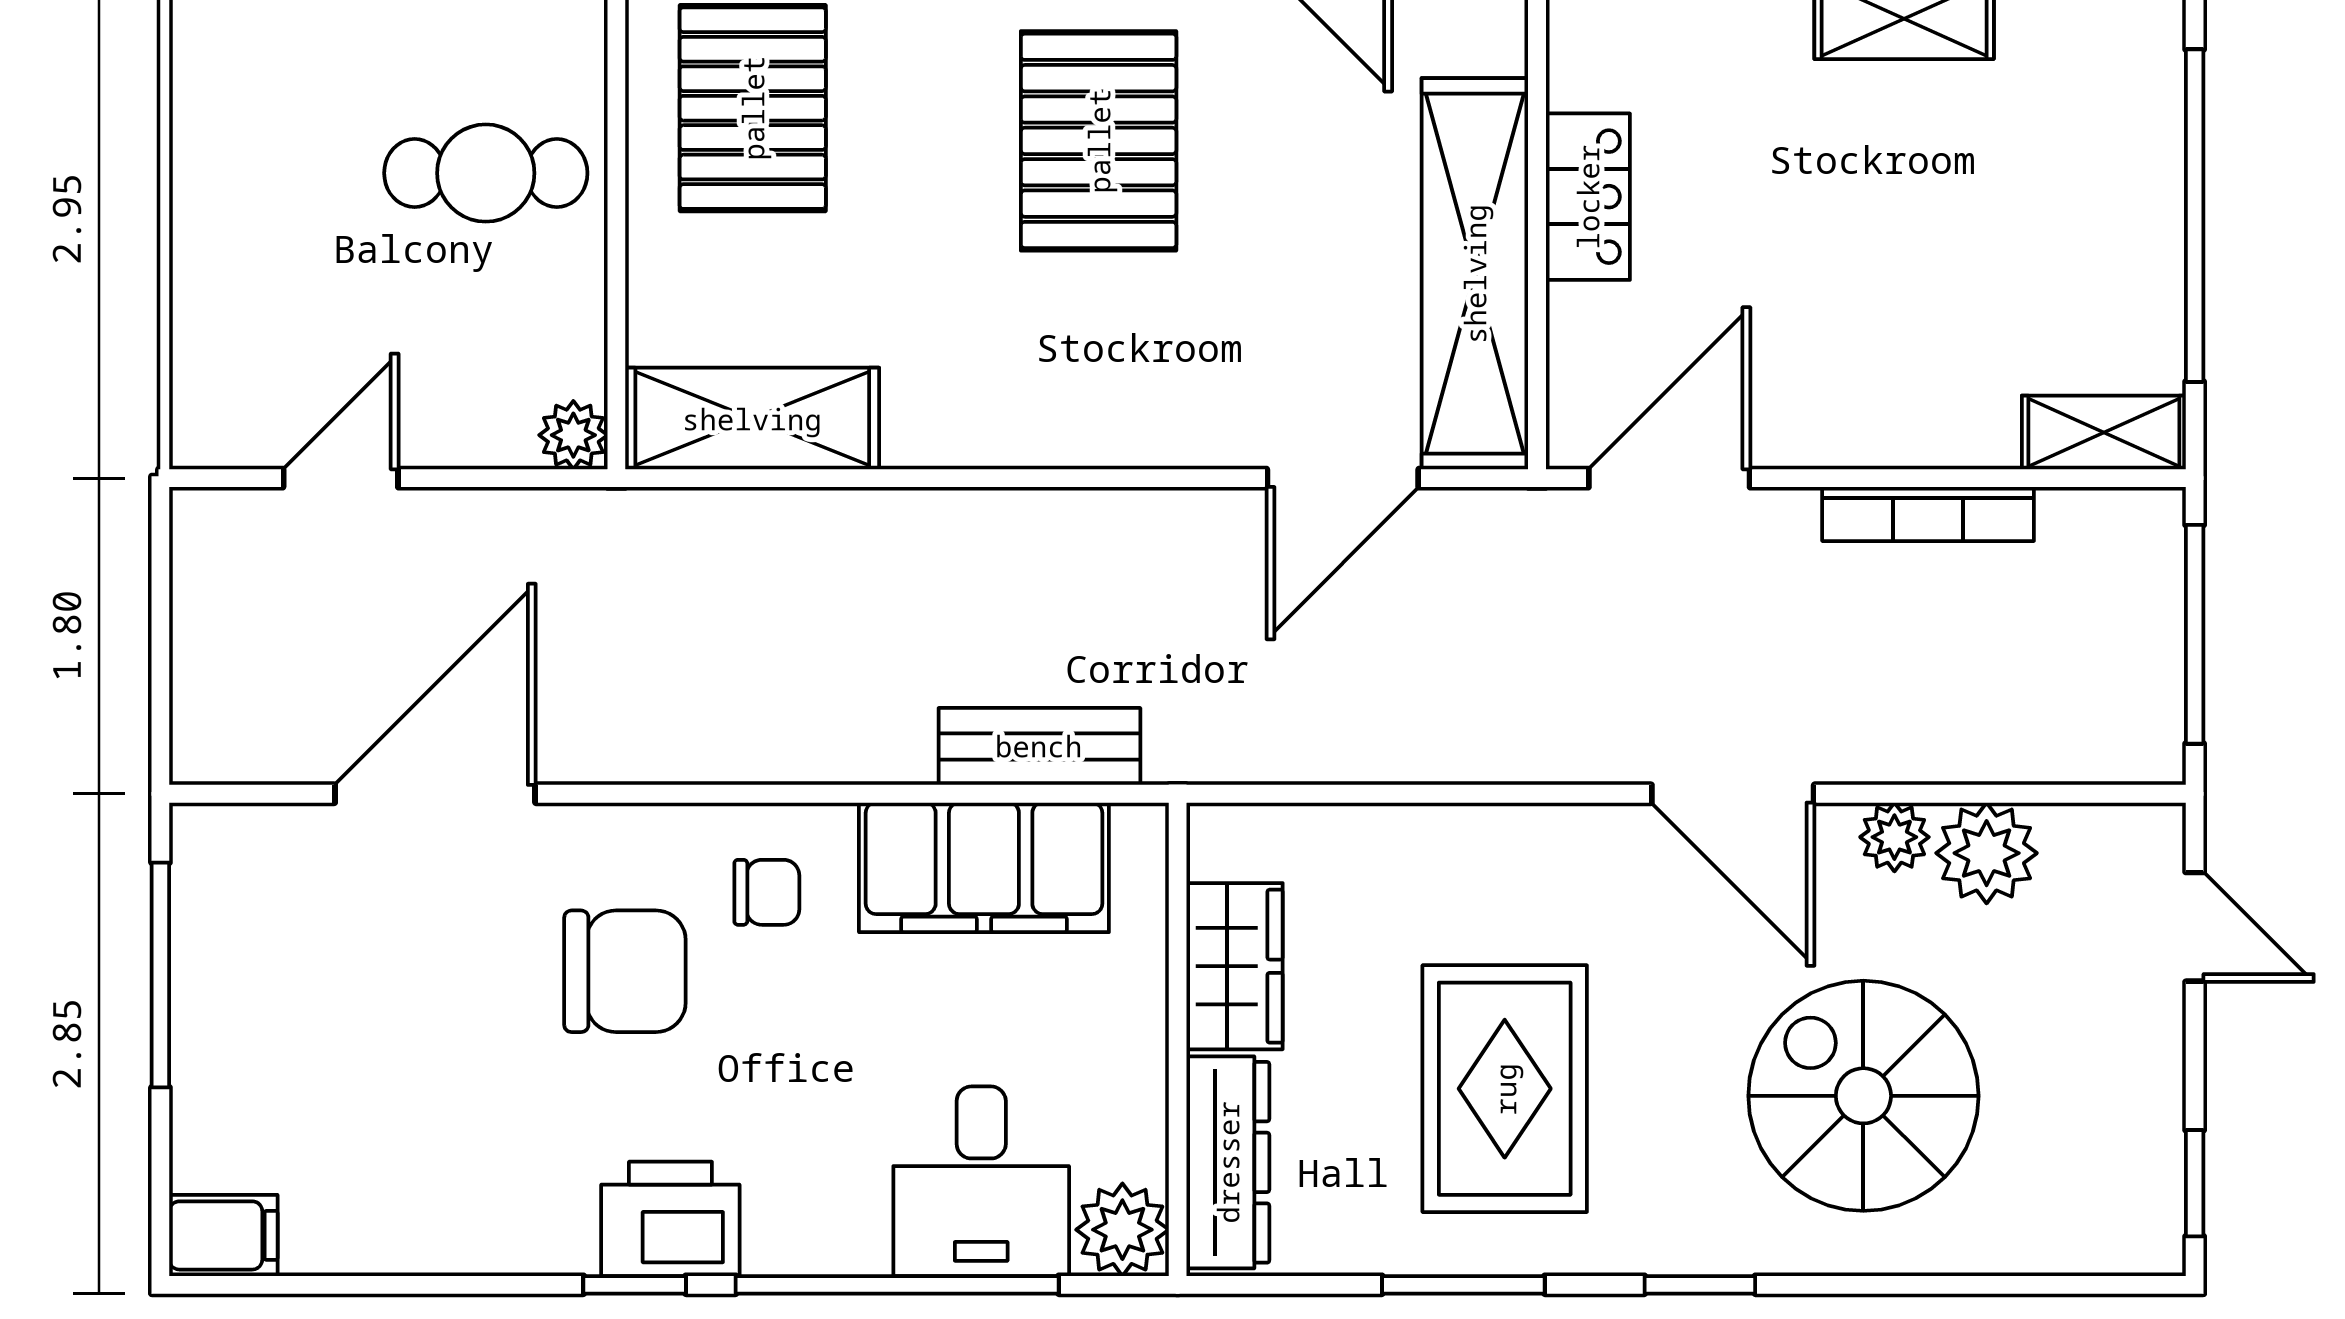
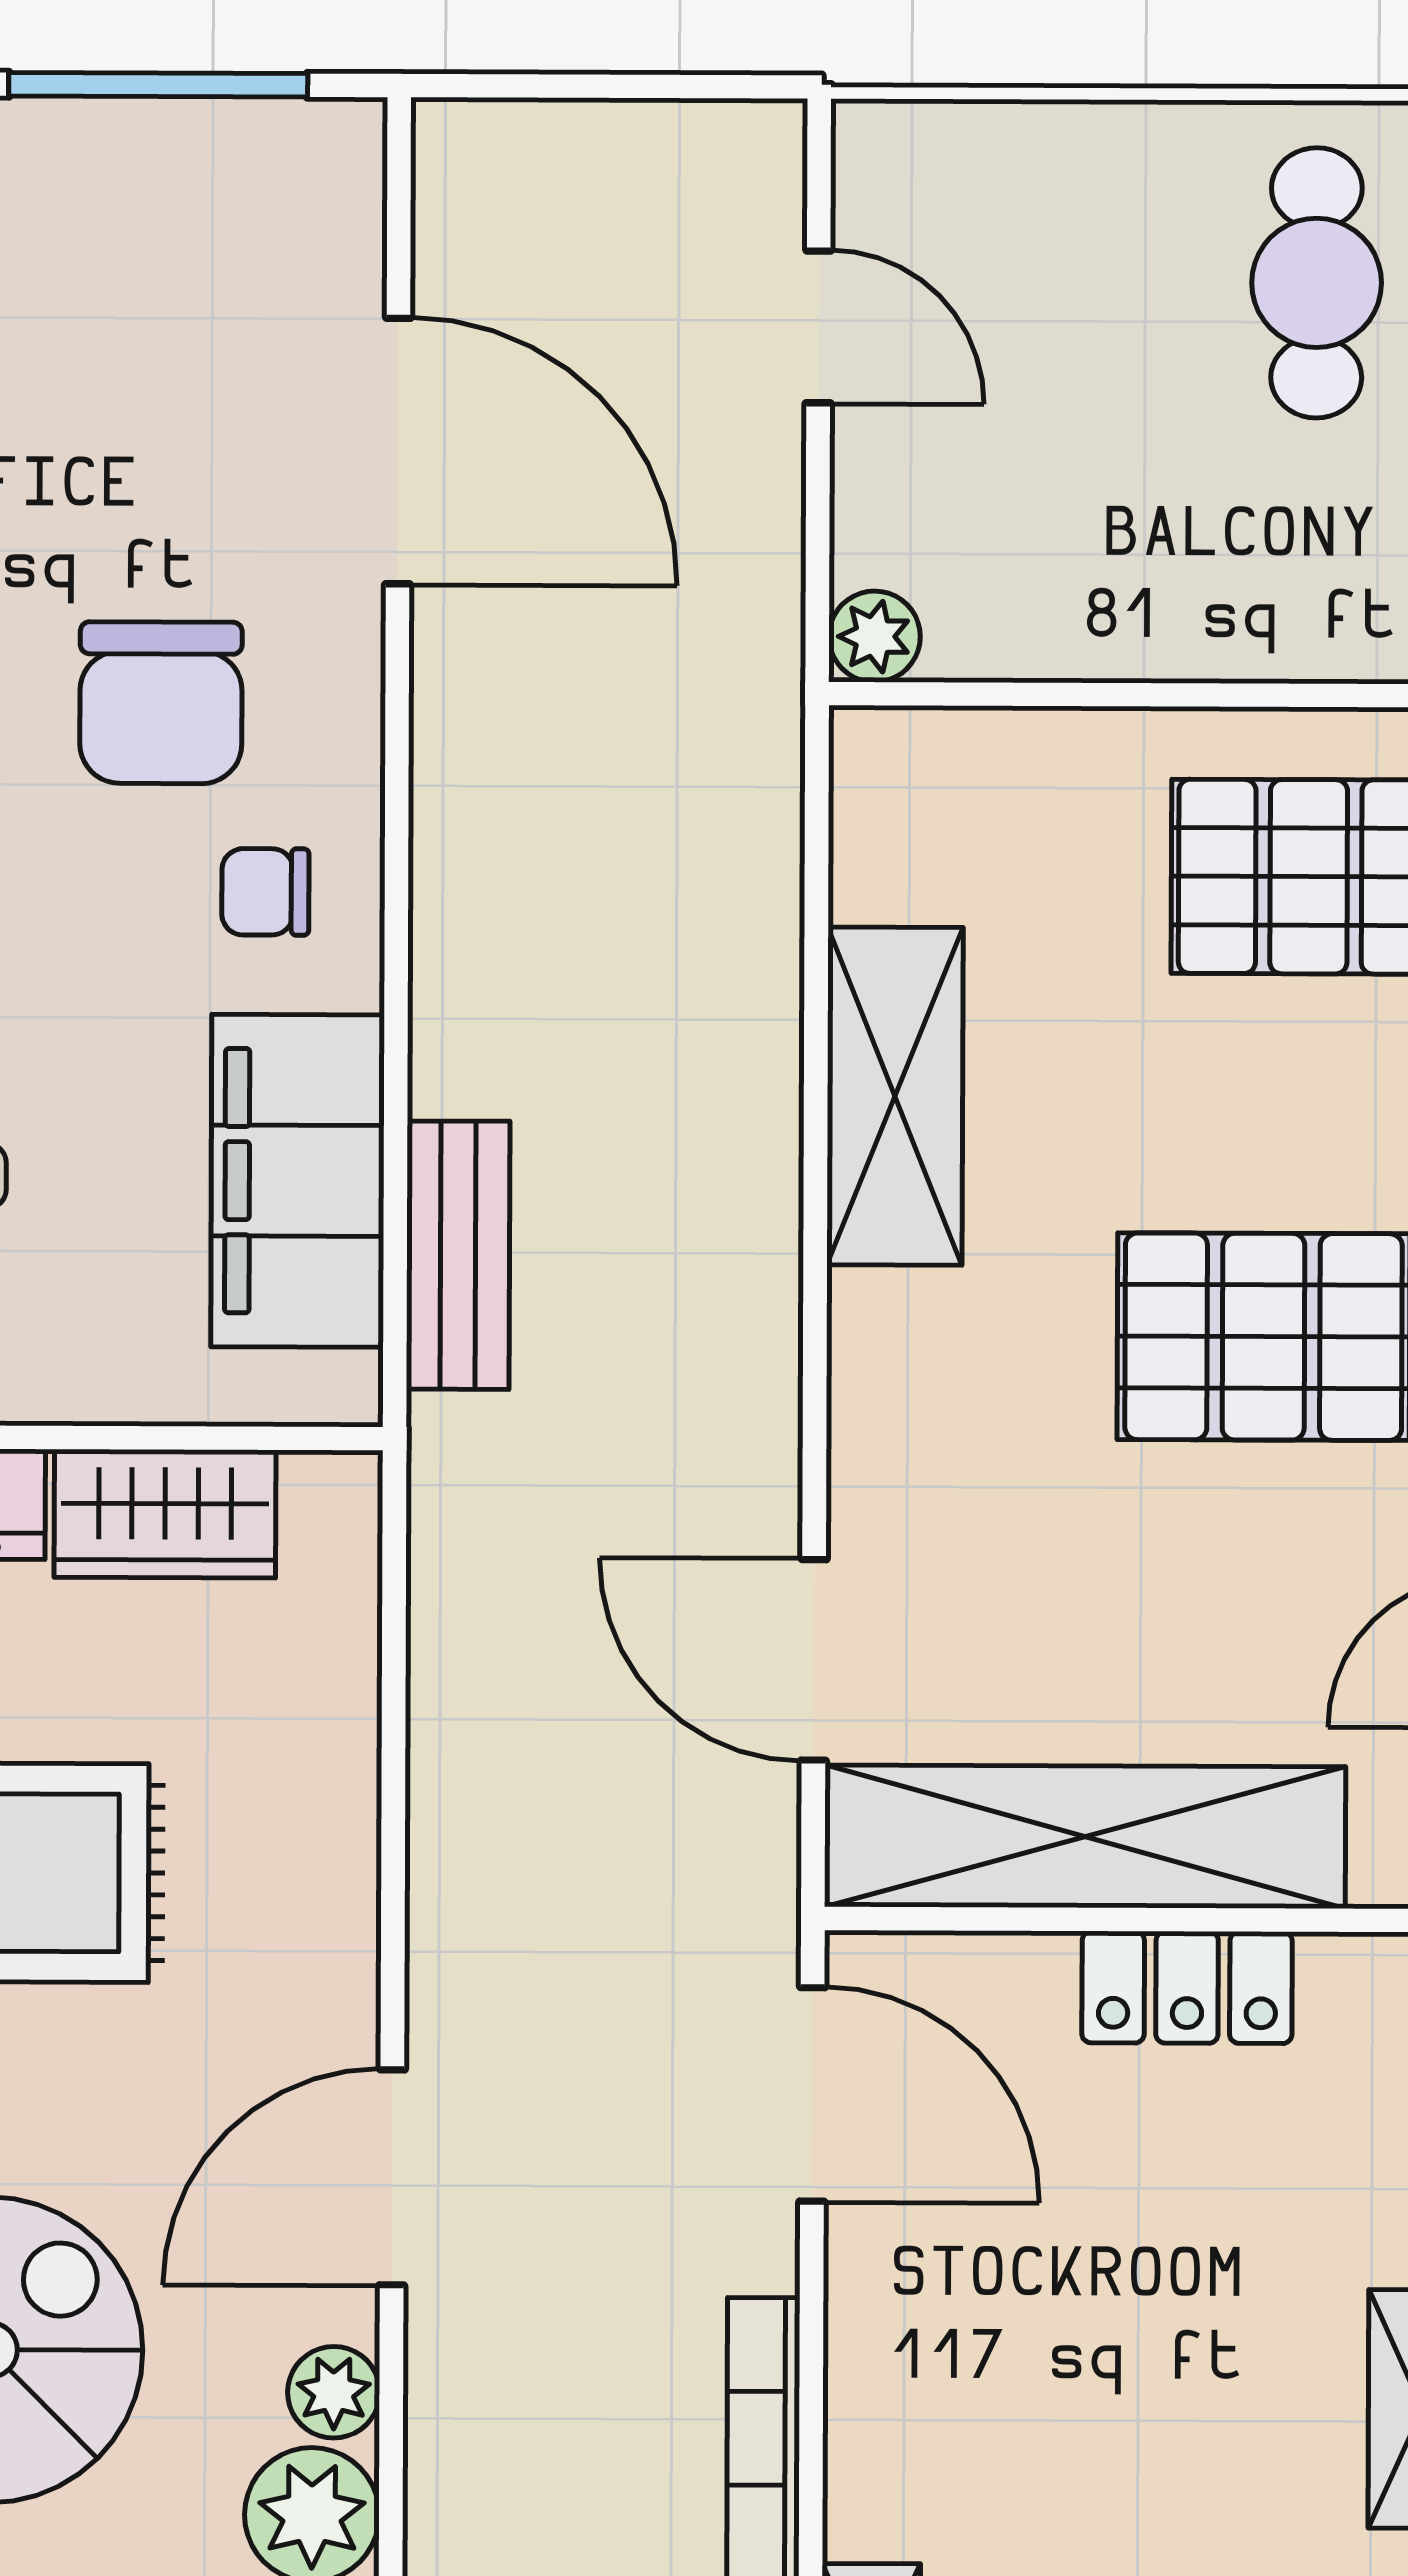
cafe table: (486, 173) -> (1317, 283), moved
shelving: (752, 419) -> (895, 1096), moved
chair: (767, 892) -> (265, 892), turned 90

